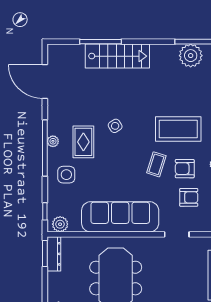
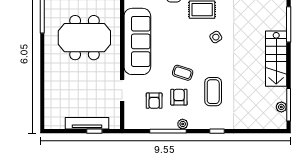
stairs: (117, 56) -> (276, 59), moved
plant: (191, 56) -> (281, 107), width x0.53, depth x0.53
coffee table: (178, 129) -> (213, 92), width x0.73, depth x0.76

